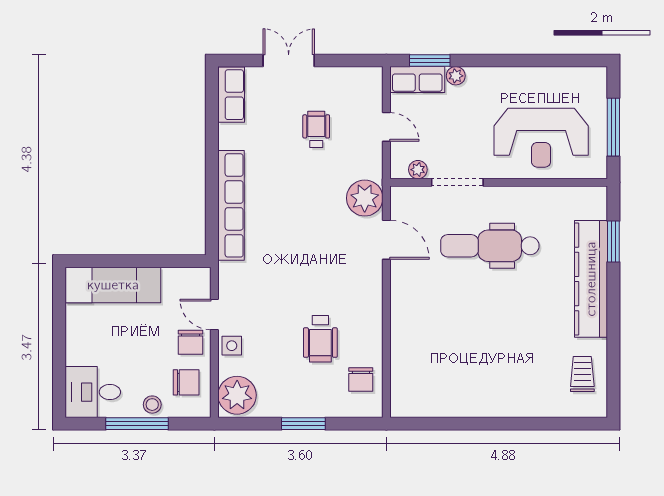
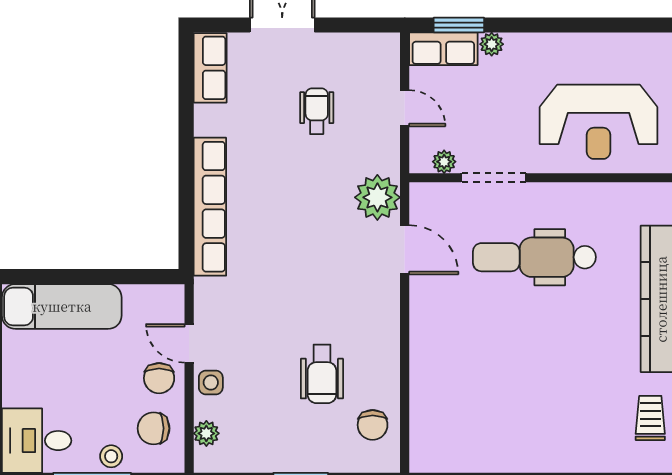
chair: (186, 382) -> (154, 428), turned 180
plant: (237, 395) -> (206, 433), width x0.53, depth x0.53

